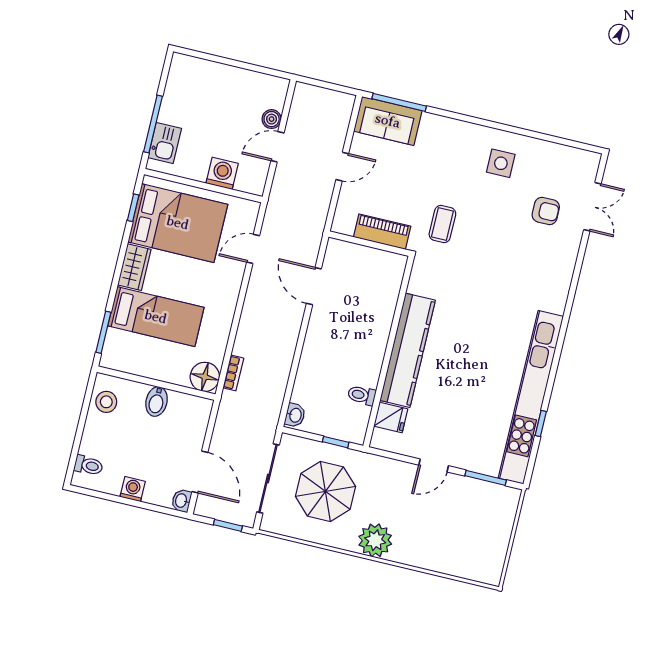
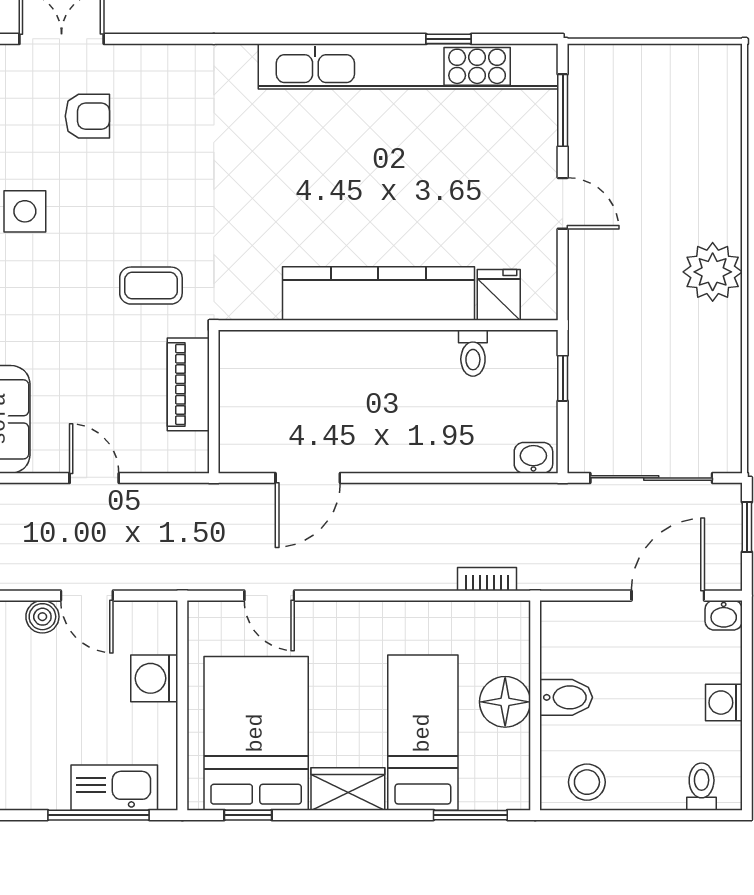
kitchen sink: (165, 143) -> (114, 788), width x1.38
armchair: (546, 211) -> (87, 116), turned 90
floor lamp: (205, 377) -> (505, 702), moved
parasol: (325, 491) -> (650, 376), removed

